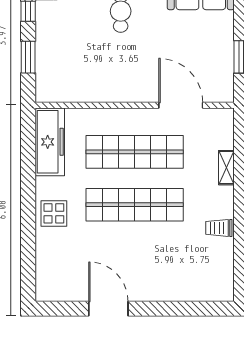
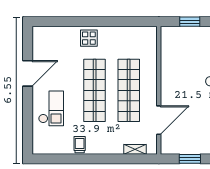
freezer: (50, 142) -> (135, 35), removed
shelving: (226, 168) -> (135, 149), moved
checkout: (163, 272) -> (51, 108), added

